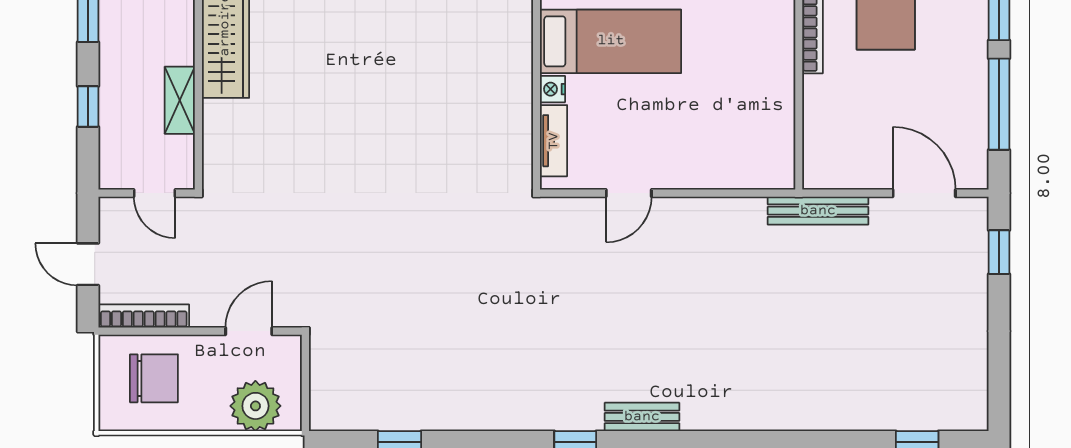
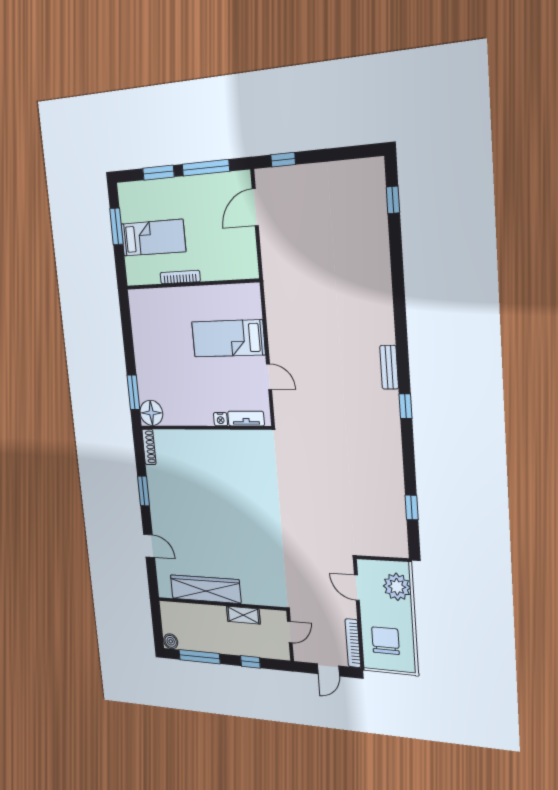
bed: (611, 41) -> (228, 338), moved, turned -90
bench: (818, 211) -> (269, 269), removed

